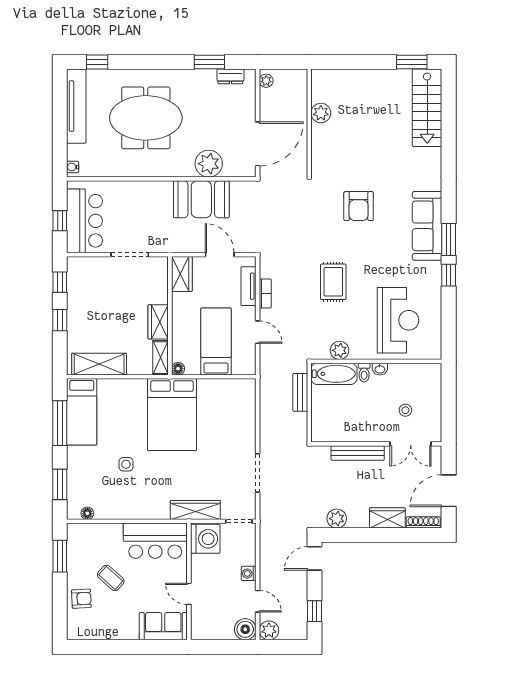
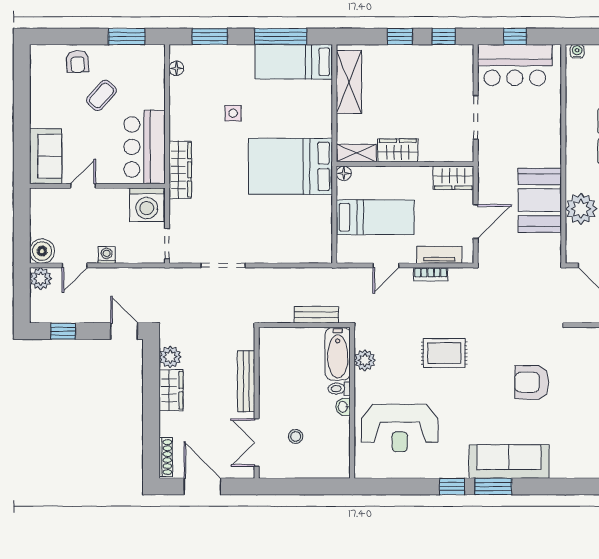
wardrobe: (195, 510) -> (180, 170), moved
wardrobe: (387, 518) -> (171, 390), moved

